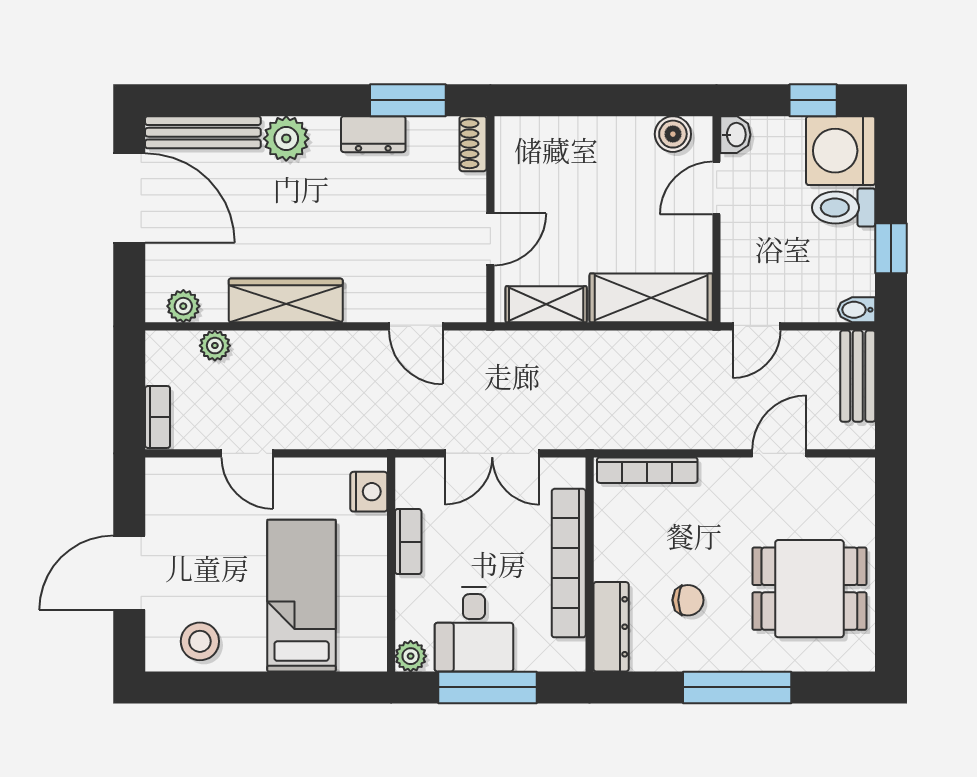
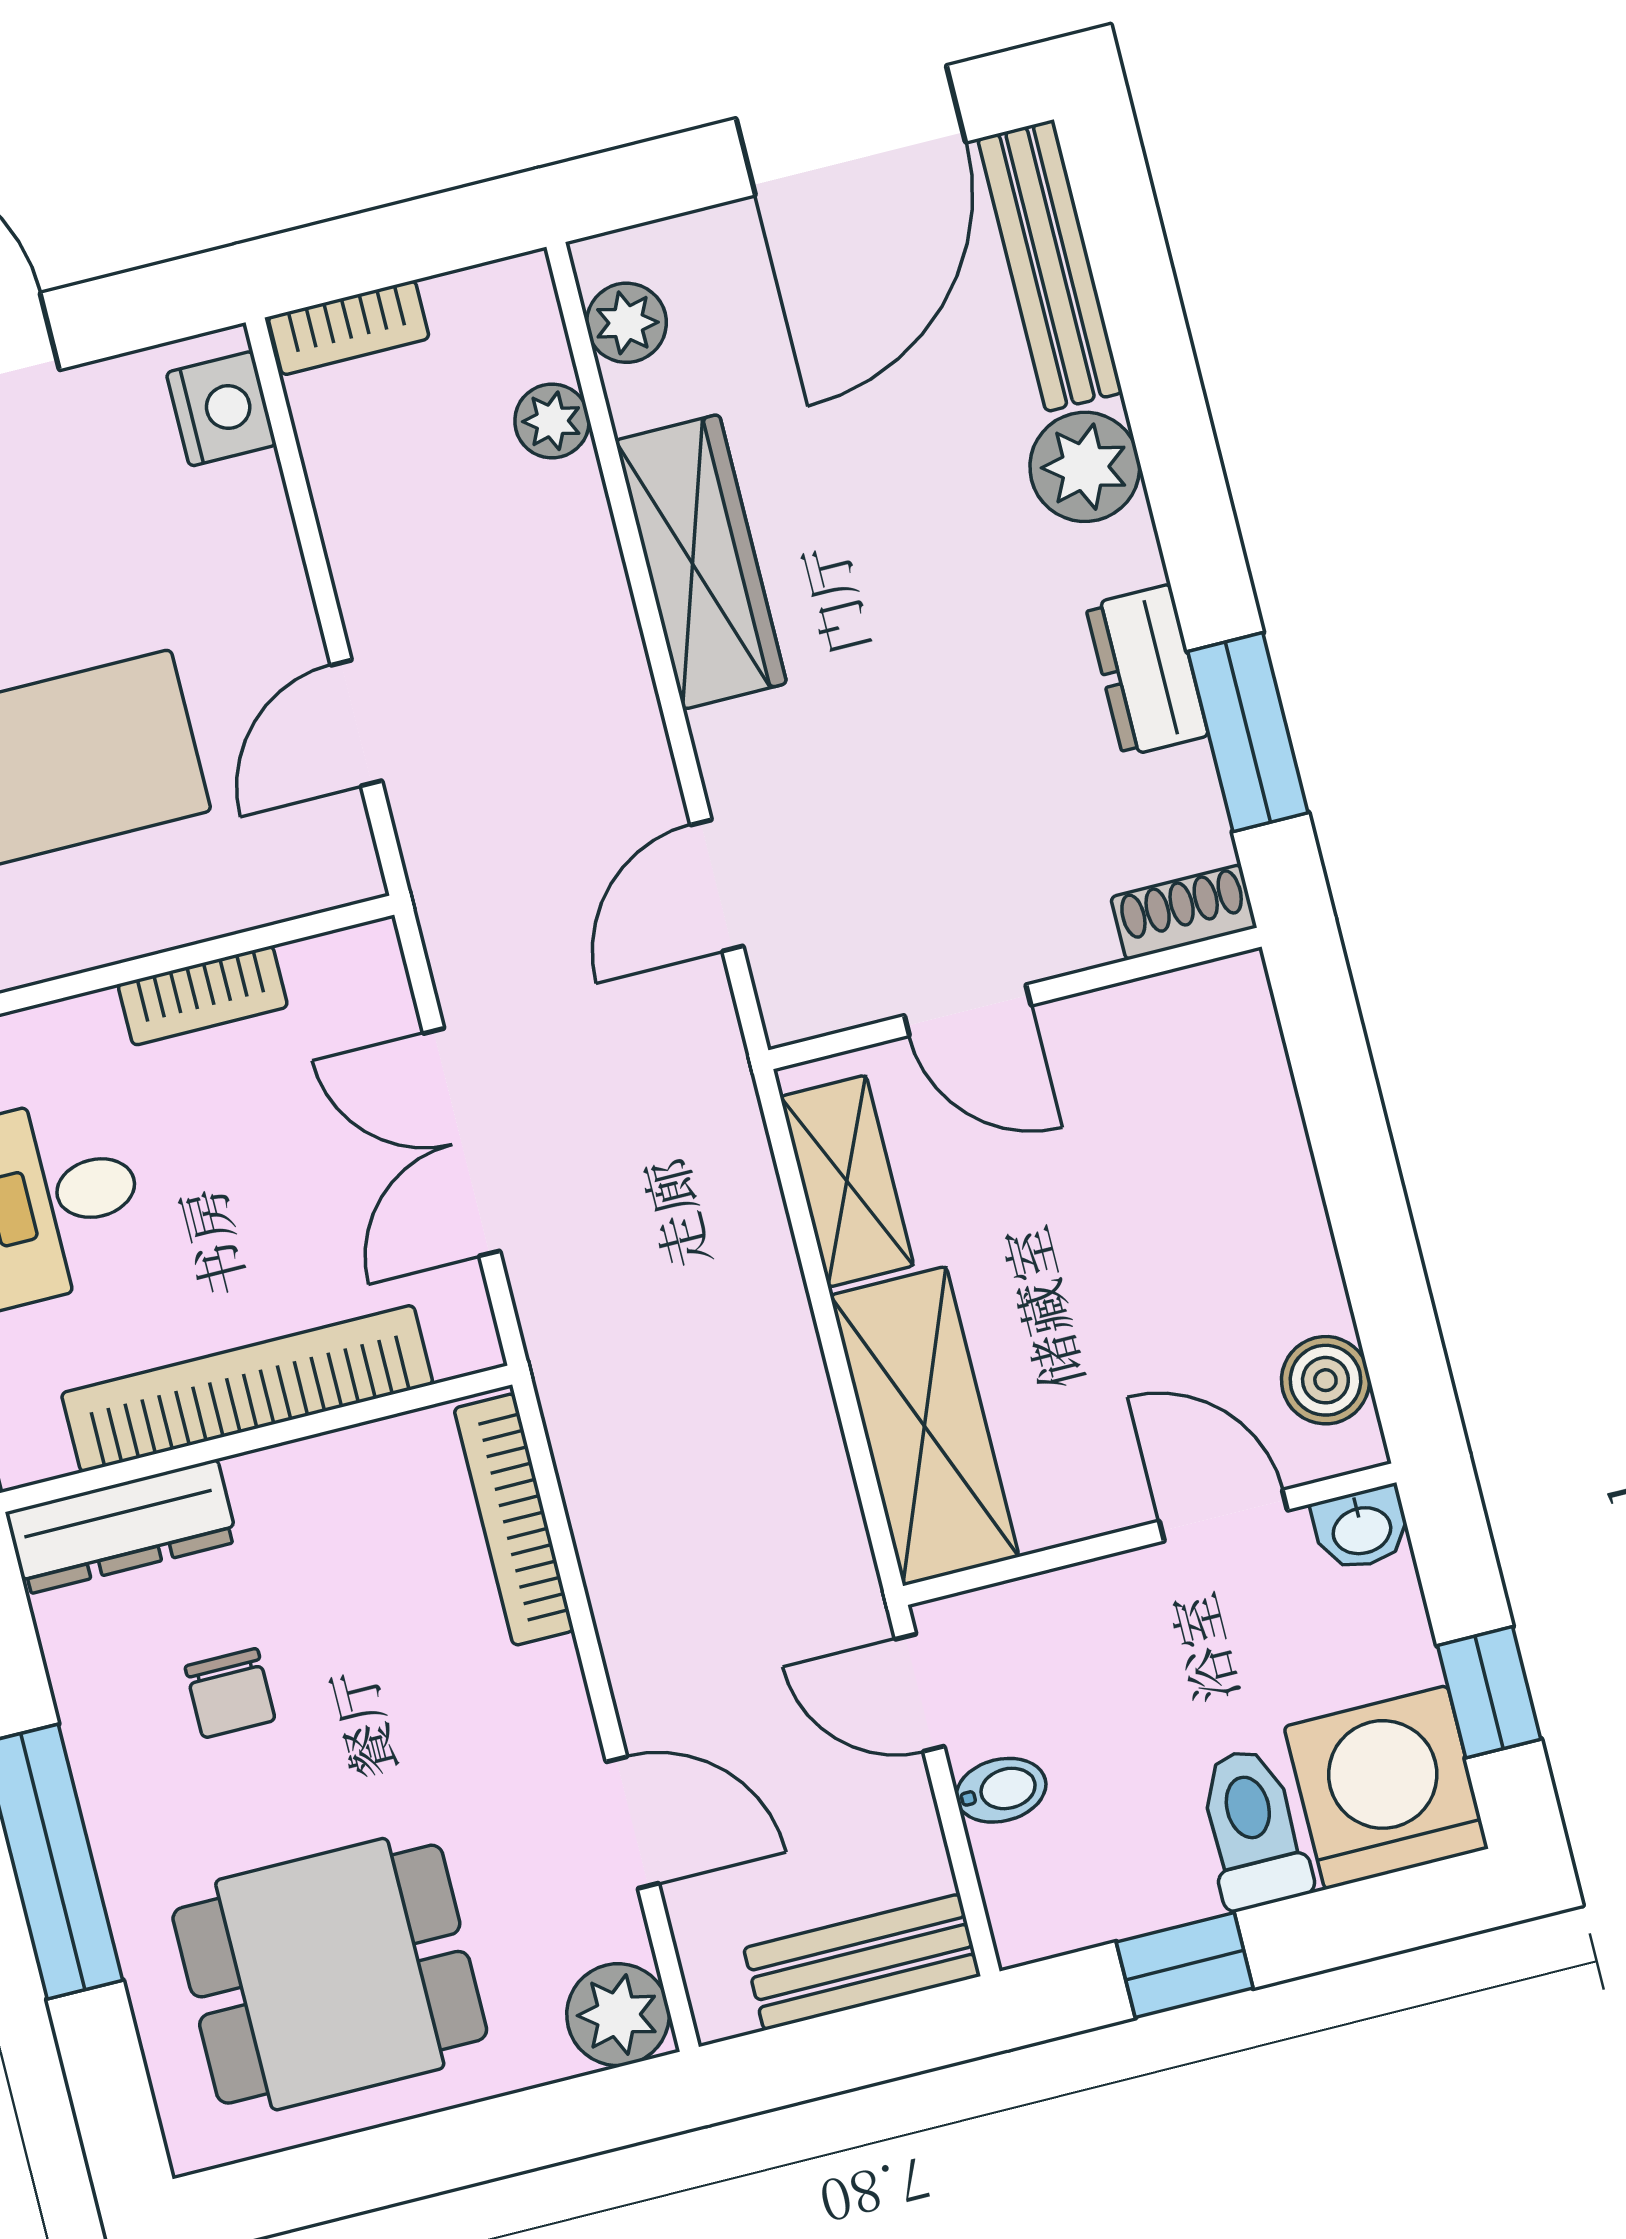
bidet: (857, 310) -> (1001, 1790), moved, turned 90
door: (247, 453) -> (356, 723), moved
plant: (854, 478) -> (618, 2015), added
nightstand: (369, 492) -> (221, 409), moved, turned -90
dining table: (809, 589) -> (330, 1974), turned 90

